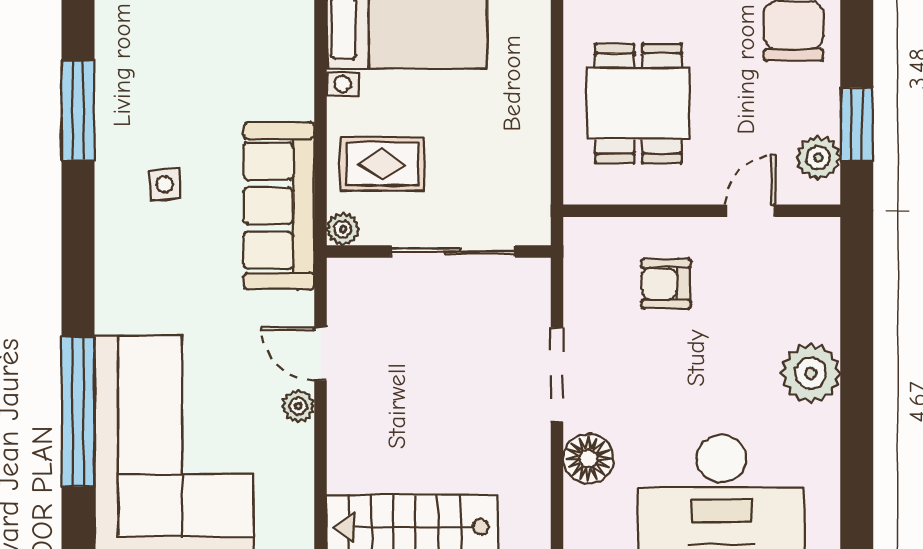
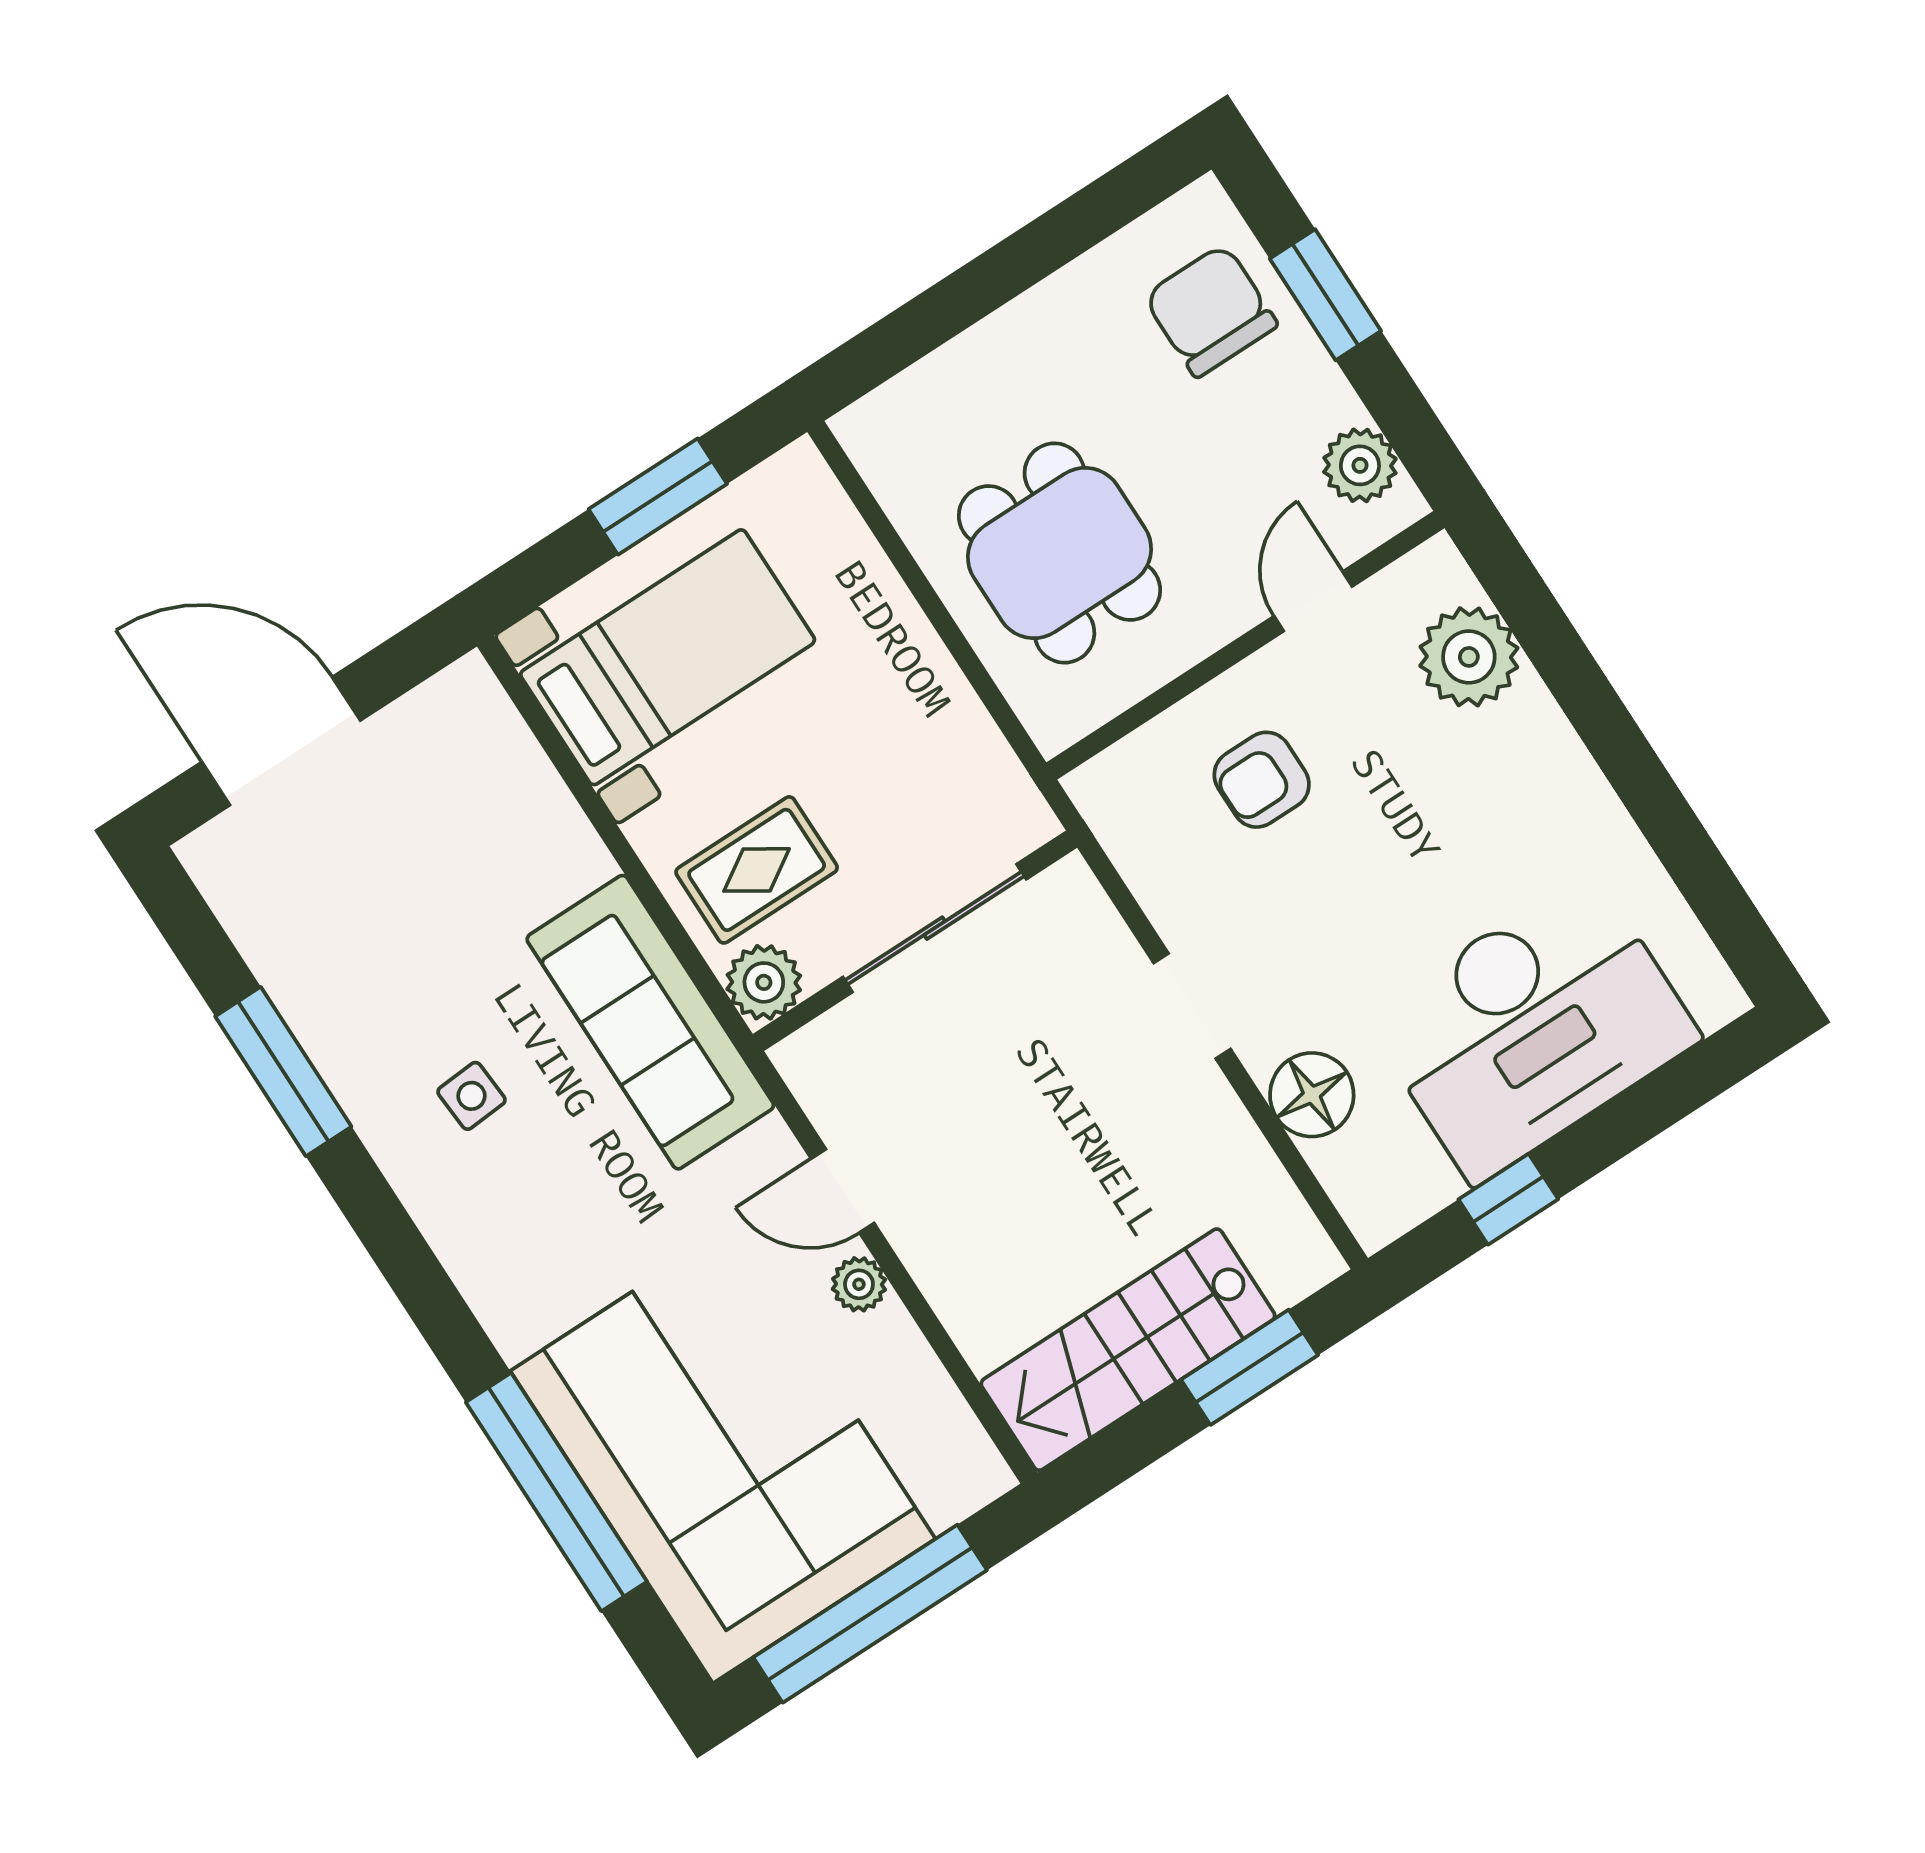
window: (857, 124) -> (1325, 295), moved
plant: (343, 229) -> (764, 982), width x1.38, depth x1.38
plant: (811, 373) -> (1469, 657), moved
doorway: (557, 375) -> (1192, 1006), width x0.73

